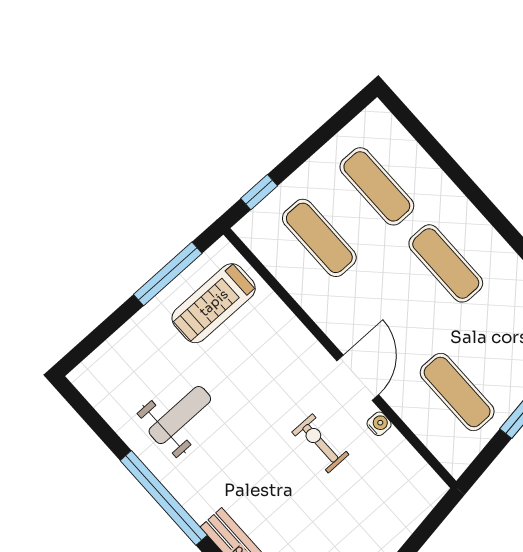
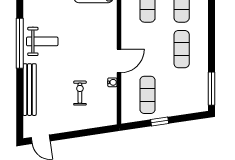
weight bench: (180, 415) -> (42, 41), moved
exercise bike: (320, 443) -> (80, 93), moved

